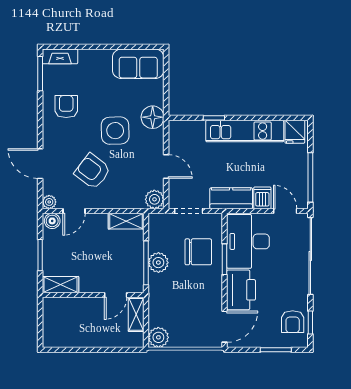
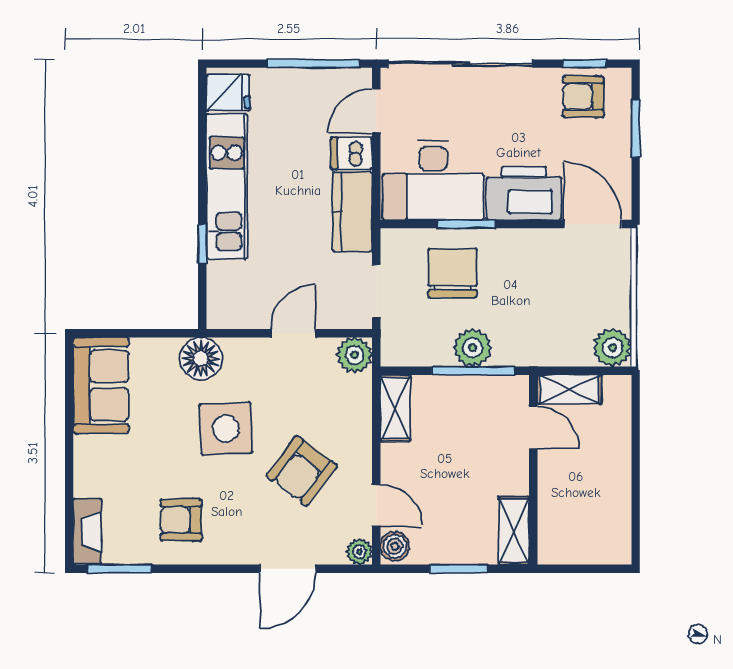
armchair: (293, 322) -> (583, 97), turned 180

